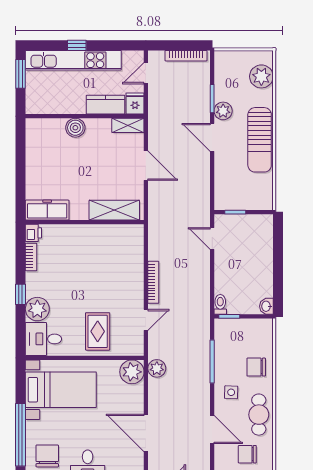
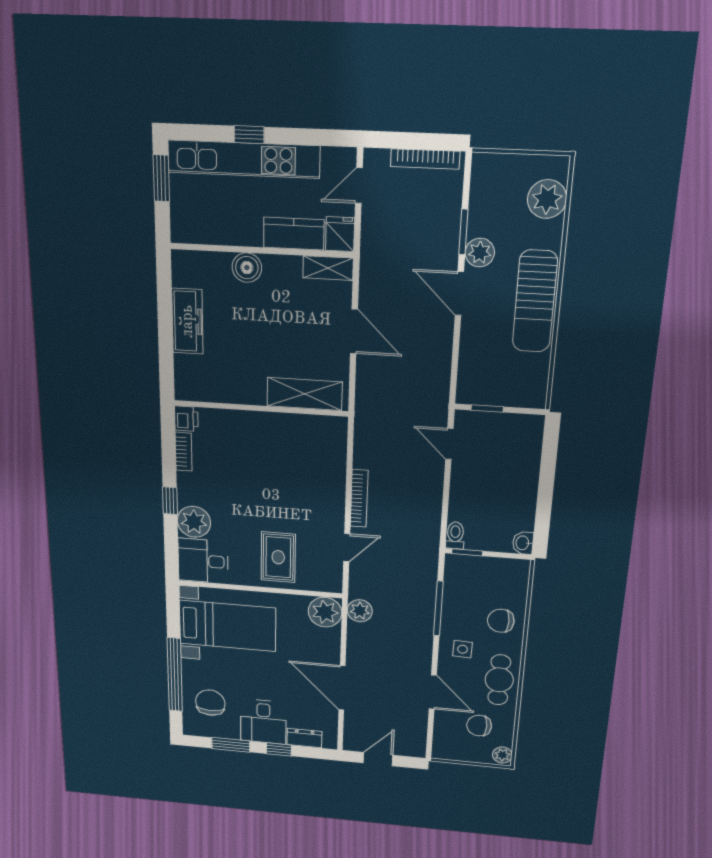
freezer: (47, 210) -> (187, 321), moved, turned 90

